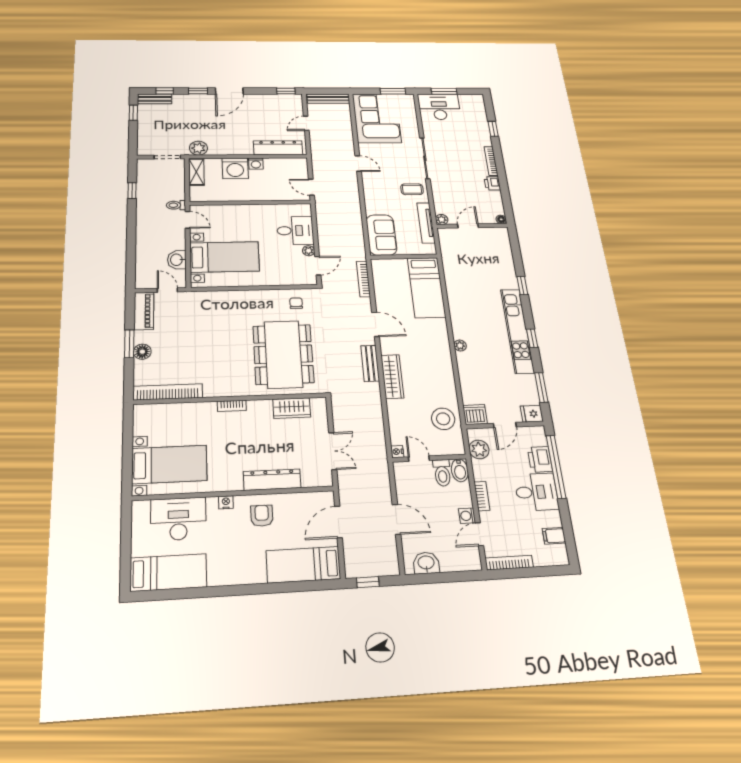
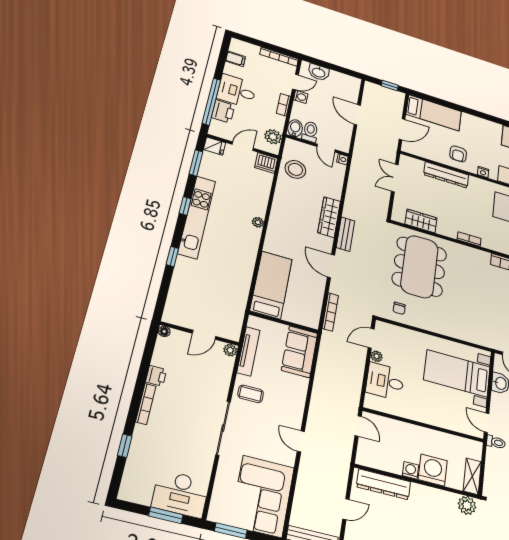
washbasin: (426, 563) -> (319, 72), moved

